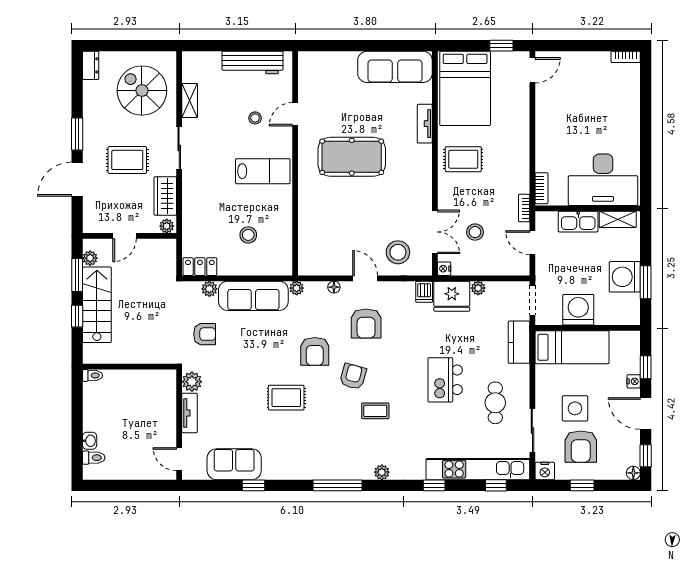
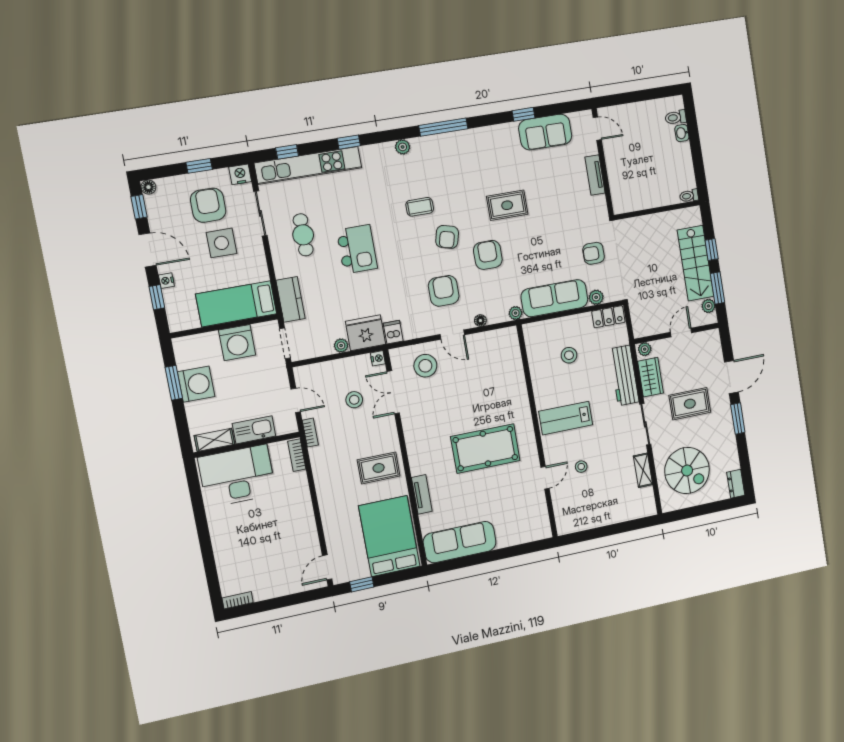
workbench: (253, 62) -> (624, 375), moved, turned -90
plant: (192, 382) -> (598, 206), removed

